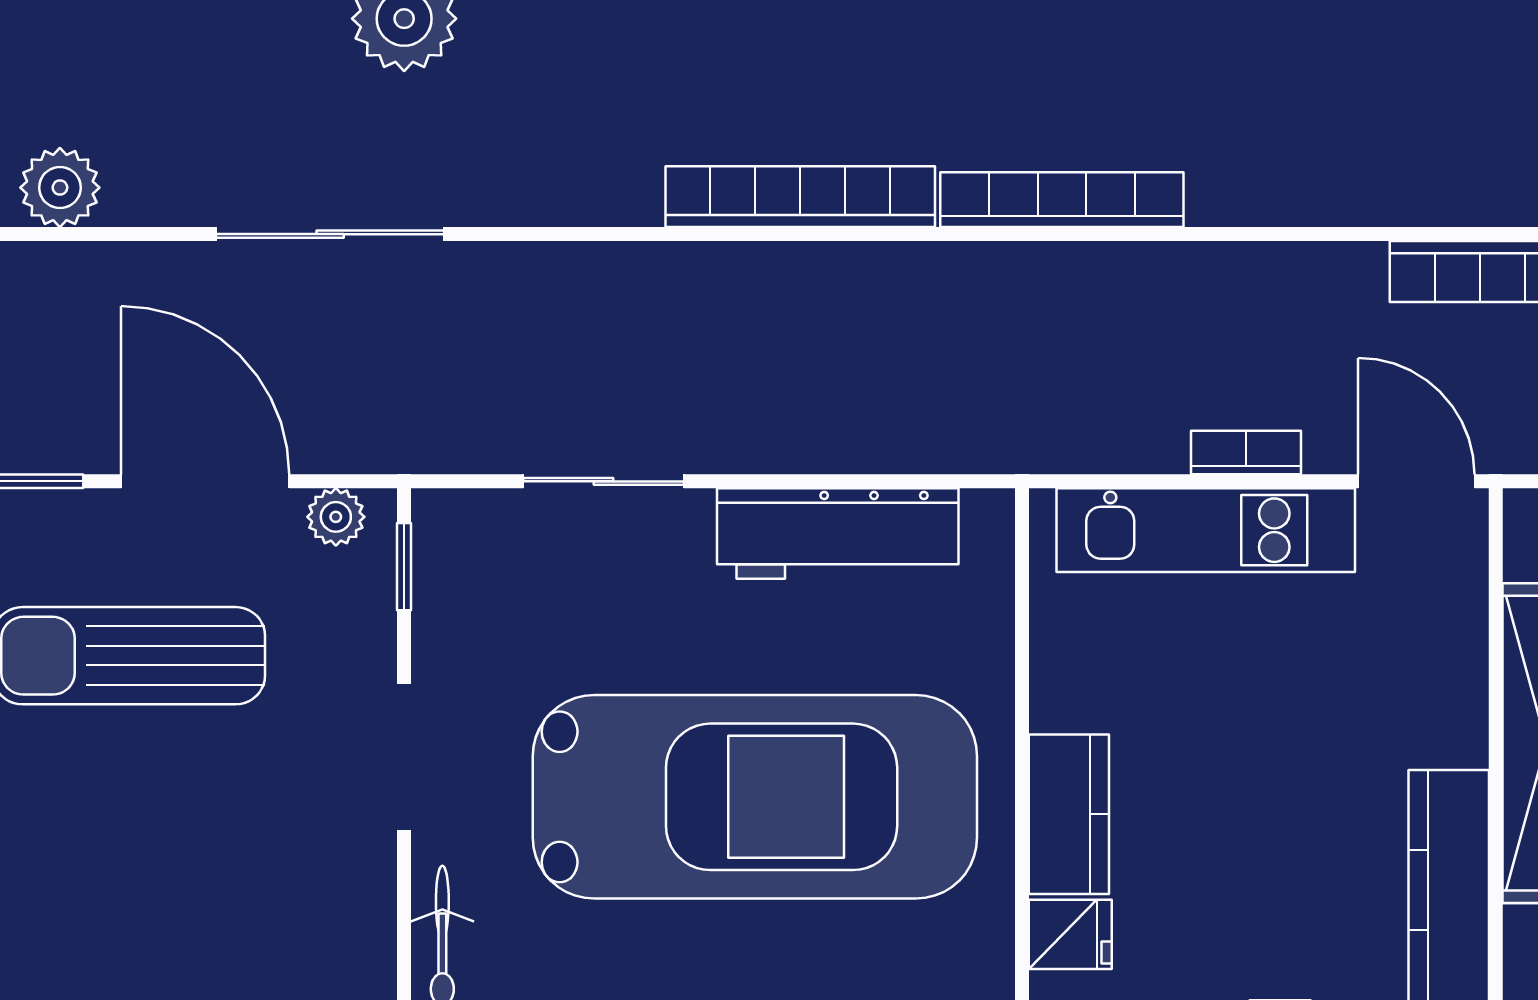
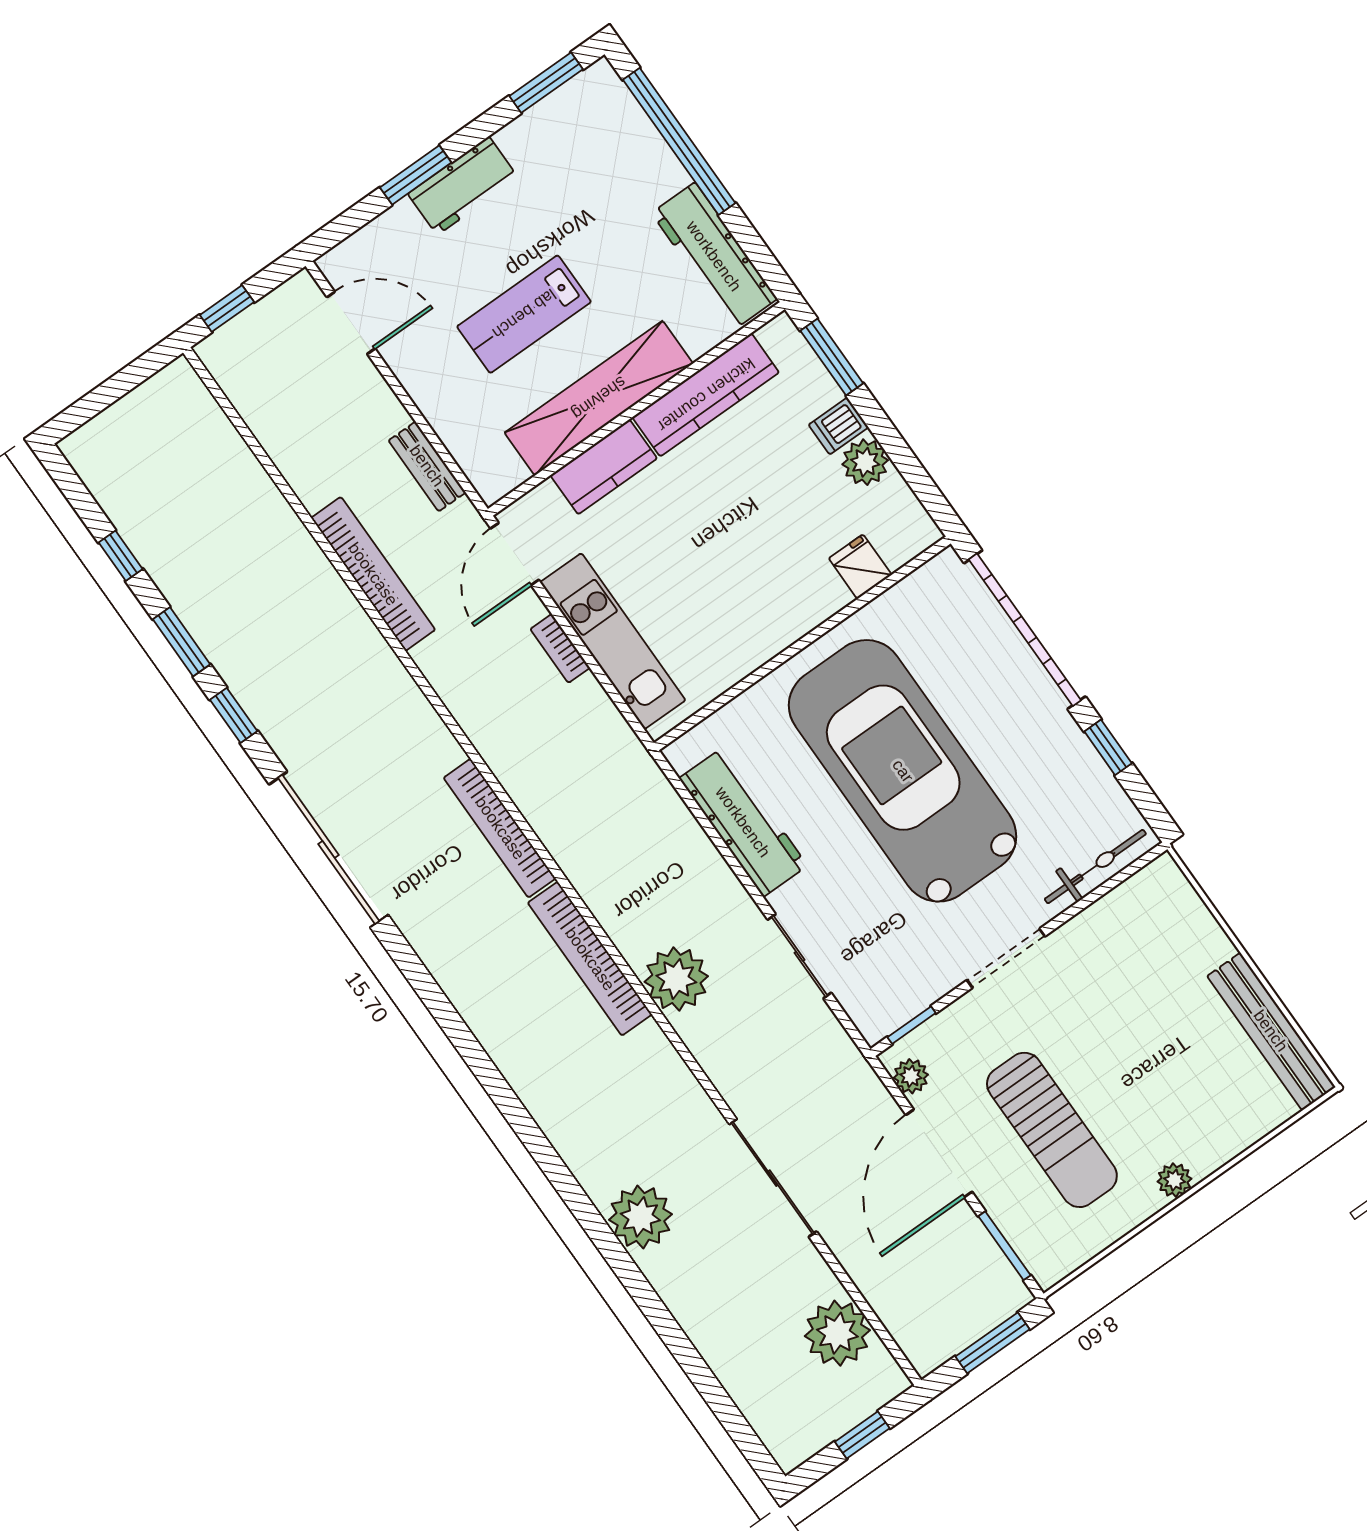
plant: (60, 188) -> (837, 1333), width x1.36, depth x1.36
plant: (690, 294) -> (676, 979), added
kitchen counter: (1069, 814) -> (604, 467), moved, turned 180

